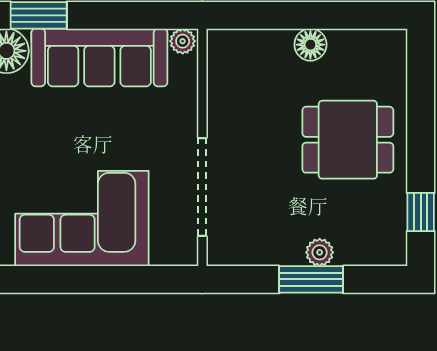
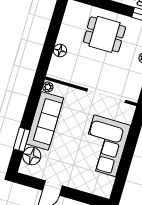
floor lamp: (310, 45) -> (60, 51), moved
dining table: (348, 140) -> (104, 34), turned 90

